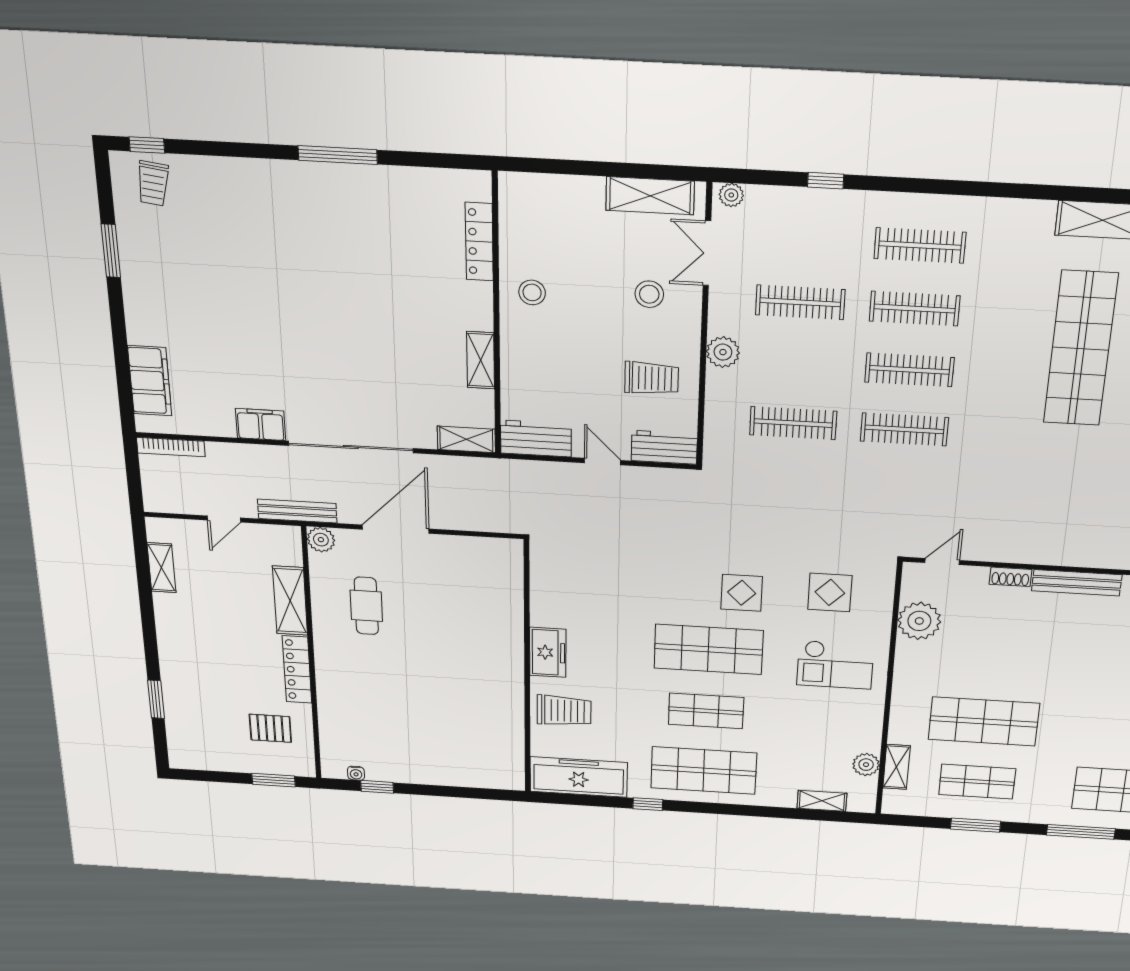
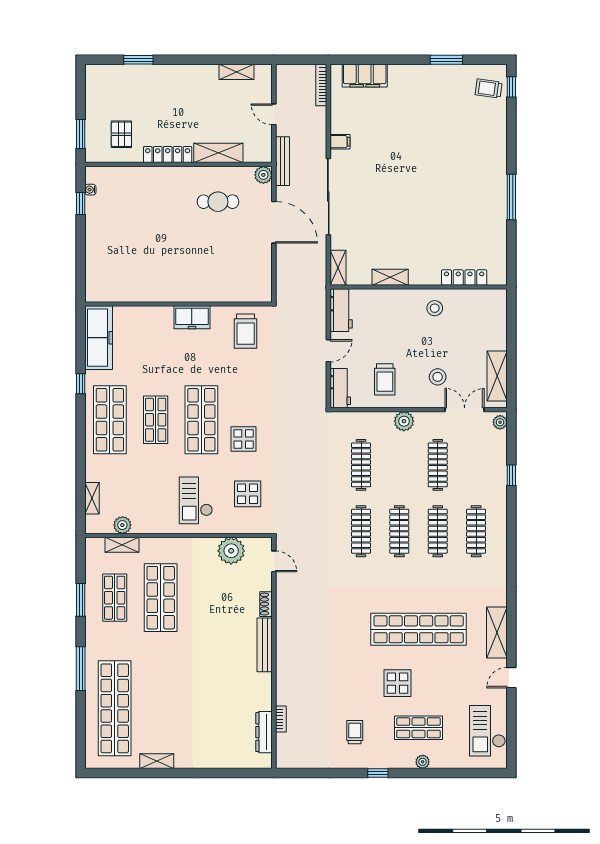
filing cabinet: (261, 425) -> (340, 142), width x0.50
trolley: (564, 711) -> (246, 331), moved

